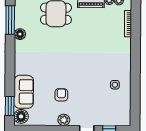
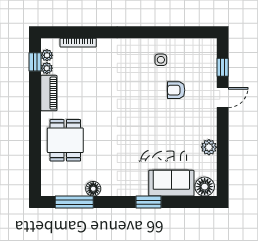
armchair: (61, 95) -> (176, 90), moved
window: (10, 106) -> (149, 202), moved
plant: (64, 120) -> (209, 147), moved

